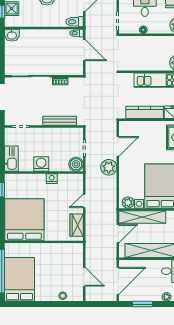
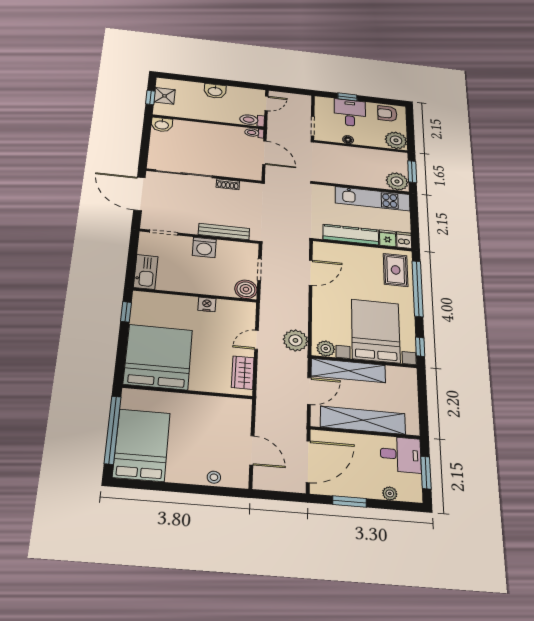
washing machine: (41, 164) -> (204, 247), moved, turned 180
plant: (109, 167) -> (295, 340), moved

